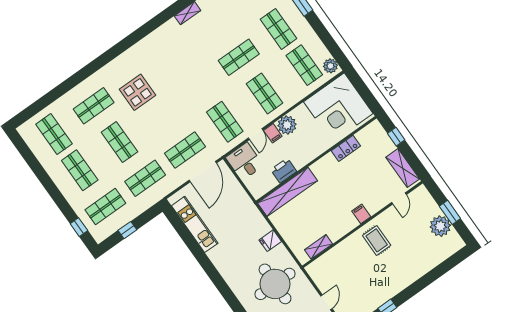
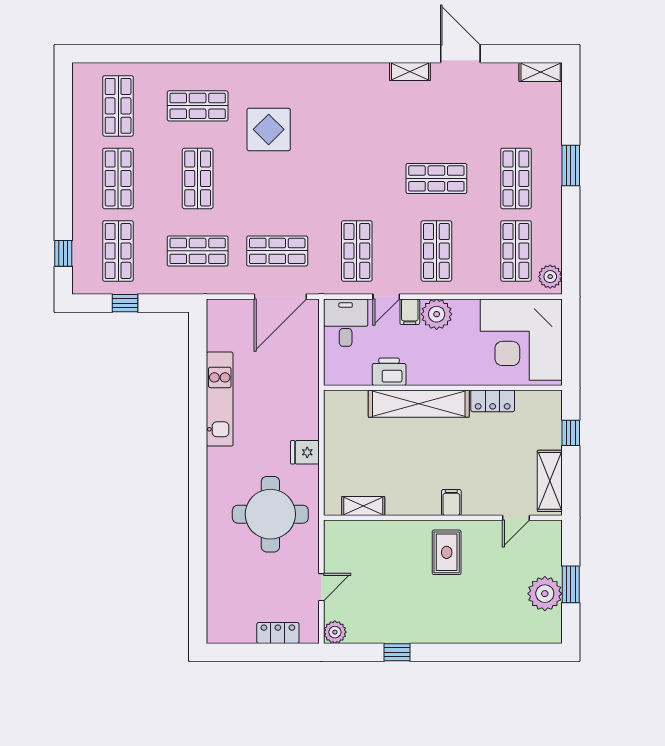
shelving: (287, 192) -> (419, 404), moved
shop shelf: (105, 207) -> (118, 251), turned 90
kitchen unit: (195, 224) -> (220, 399), moved

